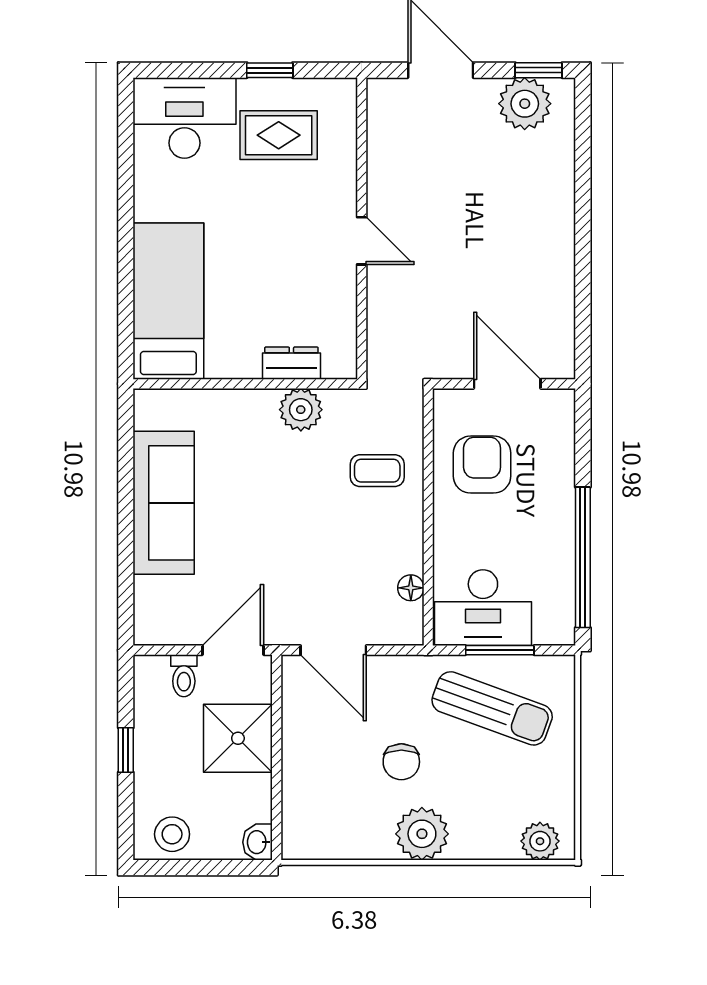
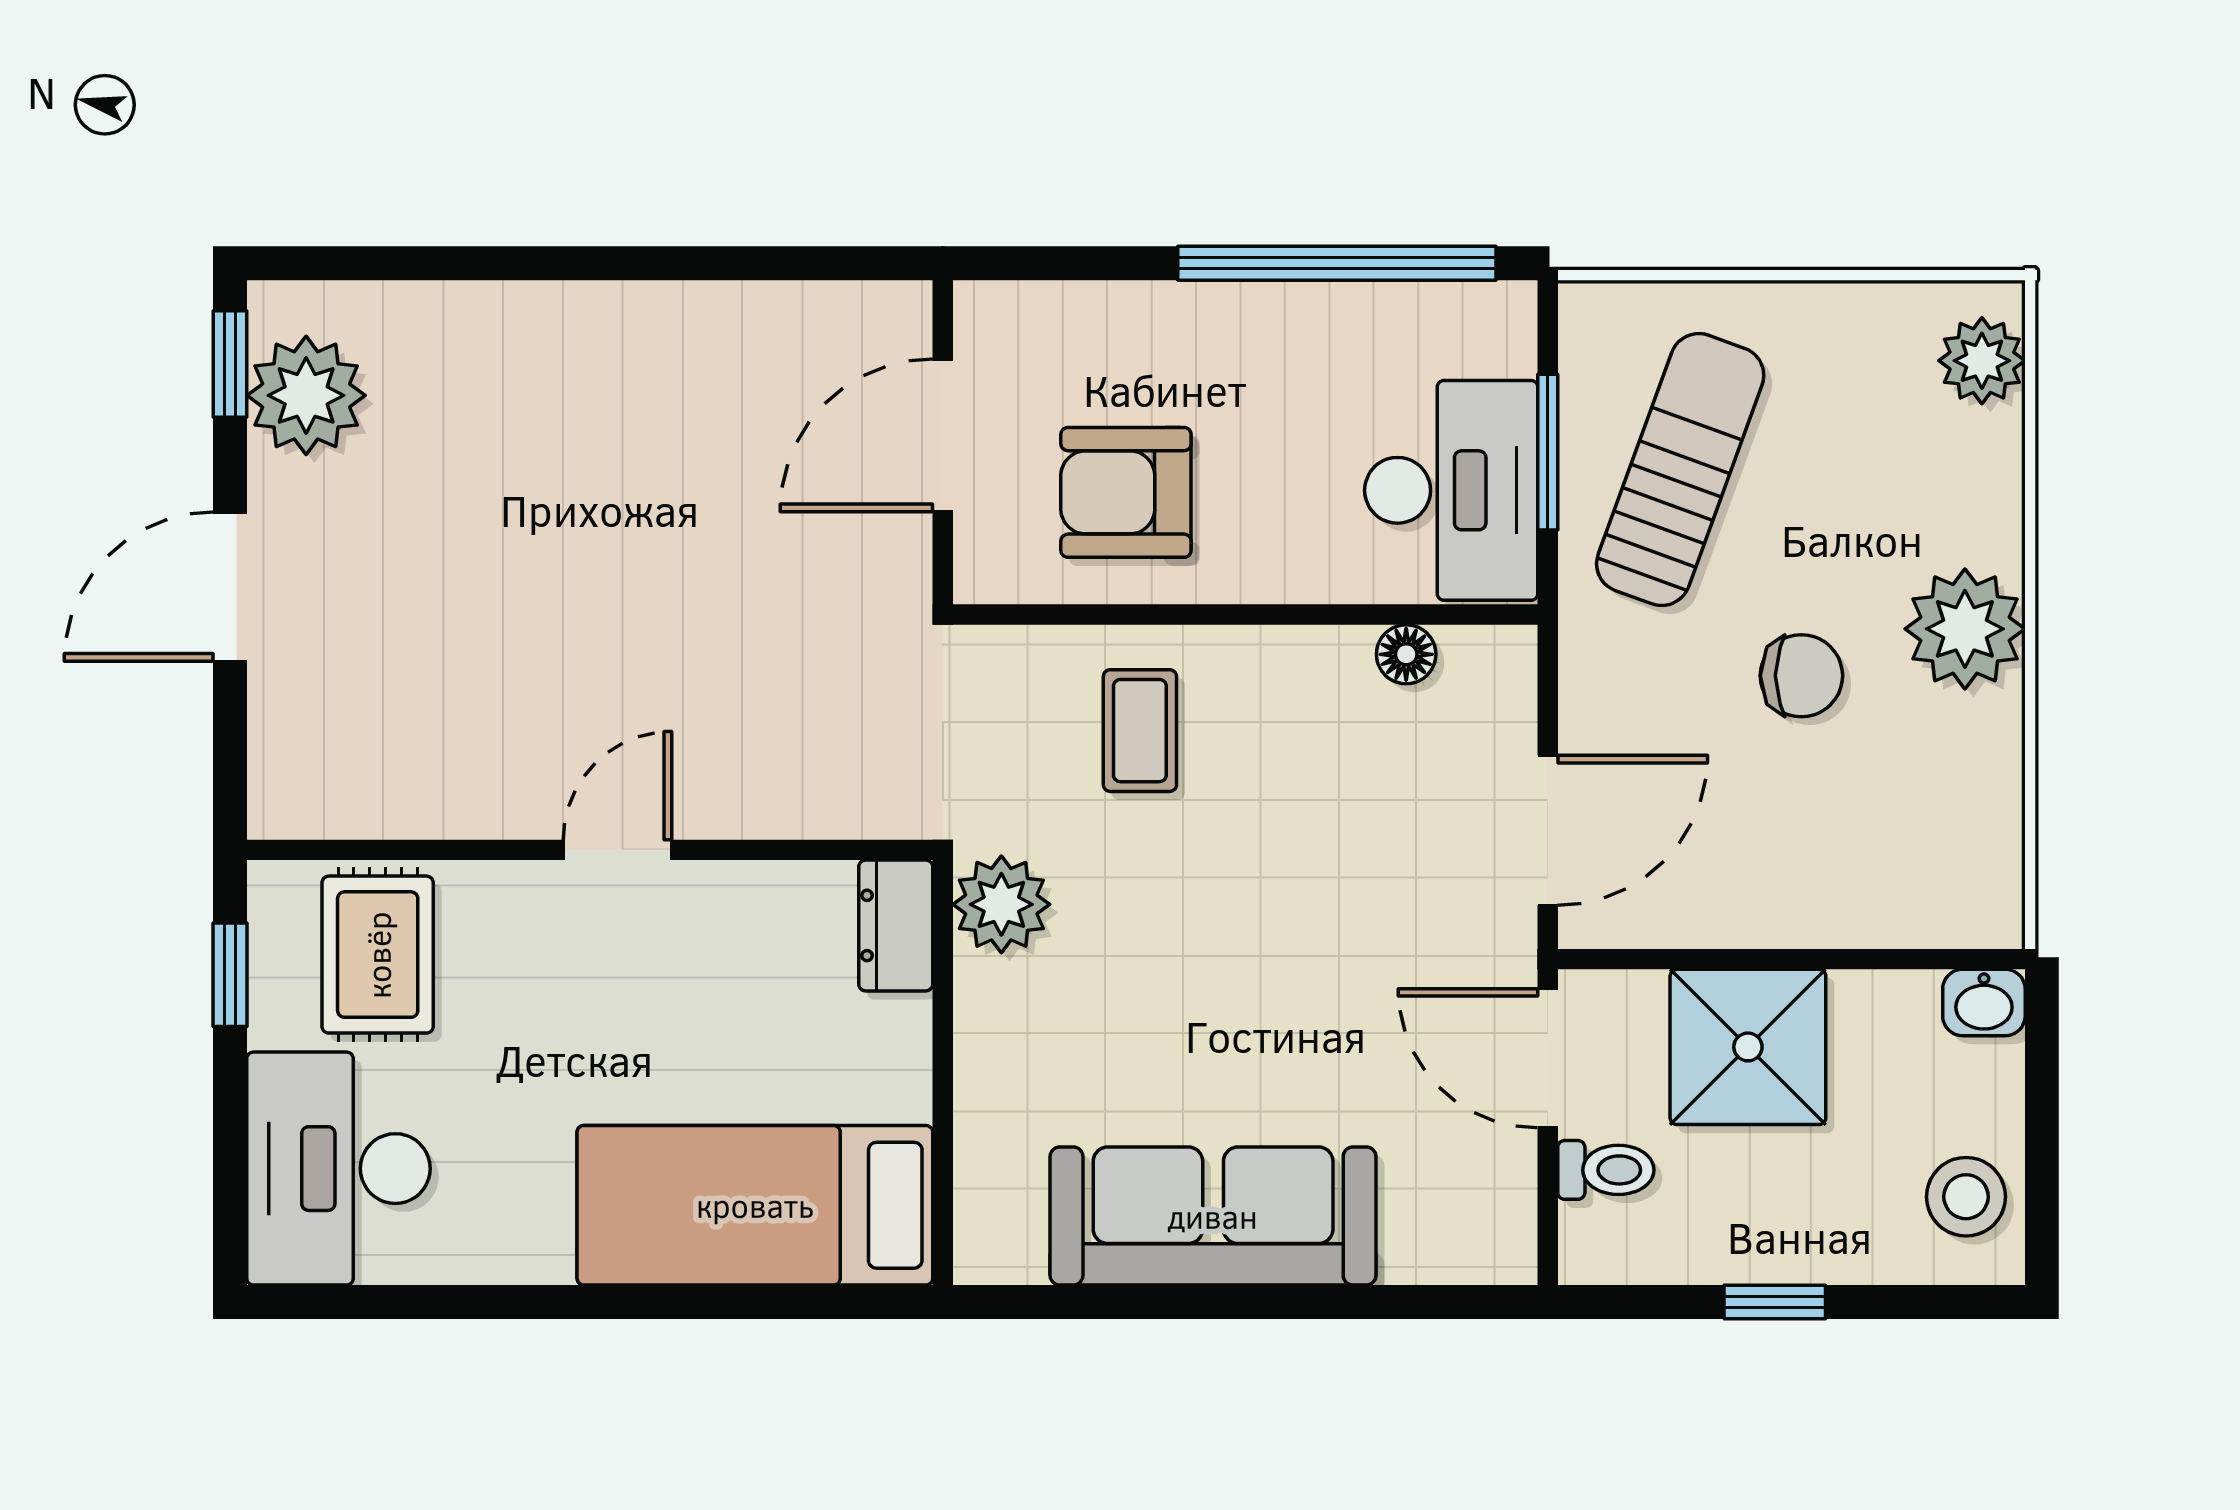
wall: (362, 229) -> (590, 850), moved
door: (362, 241) -> (618, 850), moved

